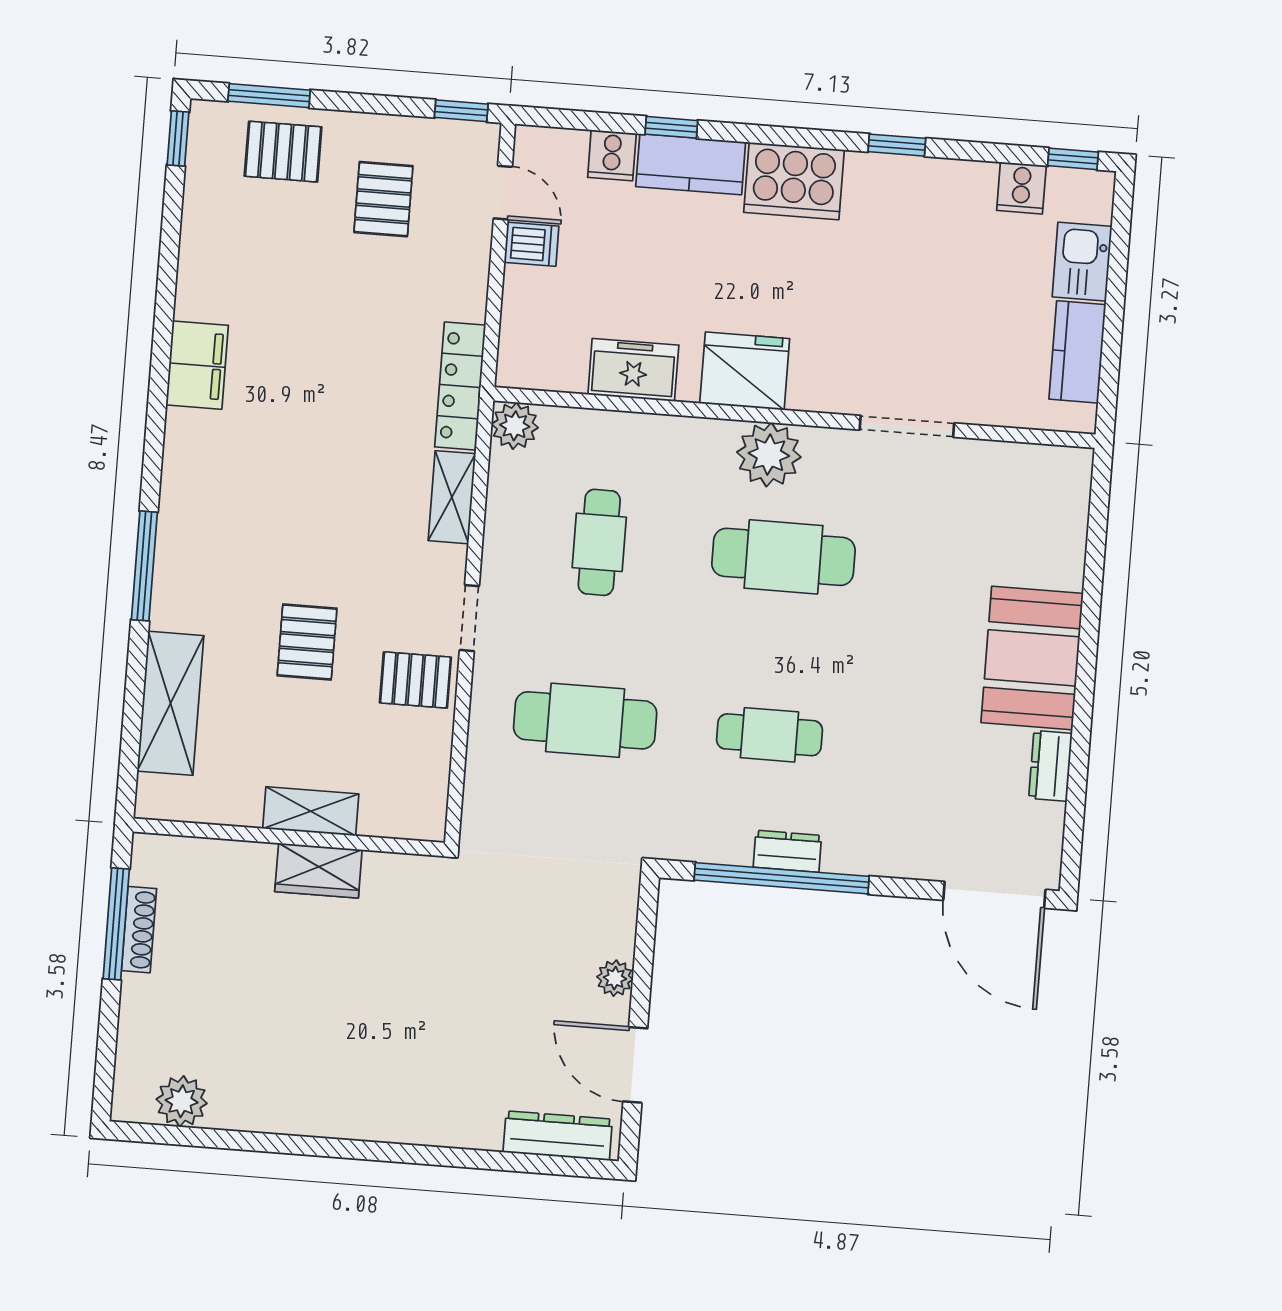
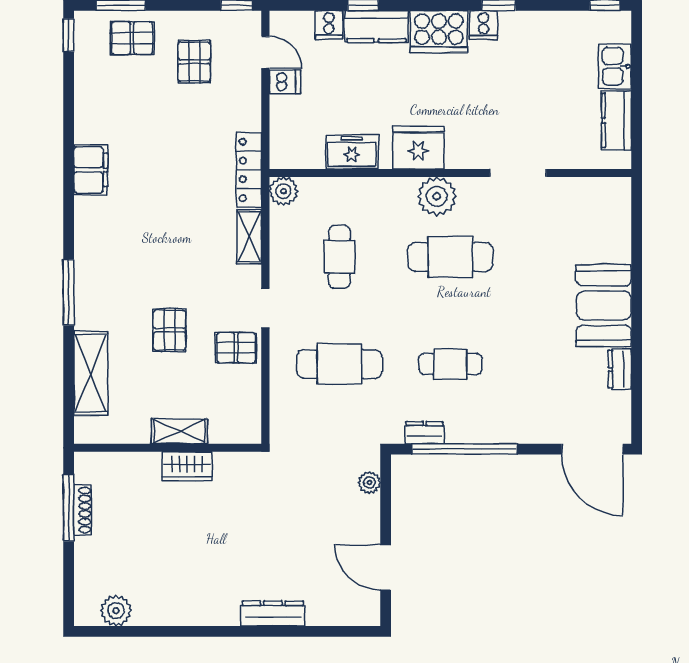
cooker: (1021, 188) -> (483, 25), moved
dresser: (787, 851) -> (425, 433), moved
plant: (615, 978) -> (369, 483), moved
dresser: (558, 1136) -> (273, 614), moved

